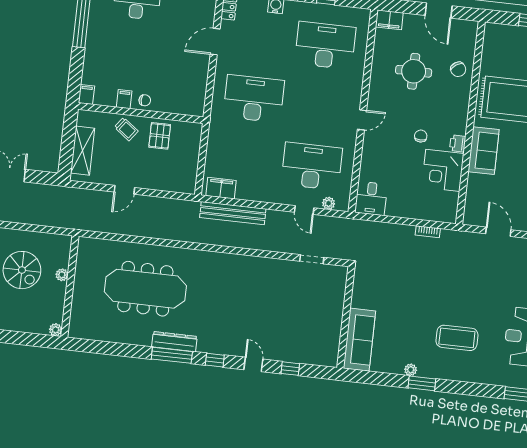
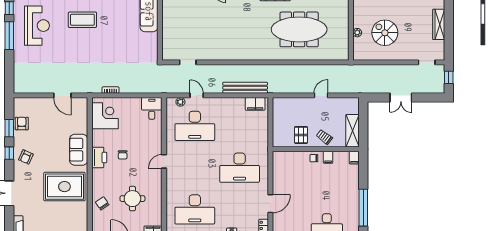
printer: (458, 143) -> (99, 157), width x1.87, depth x1.48
shelving: (83, 151) -> (353, 131), moved
corner desk: (443, 170) -> (105, 116), moved

